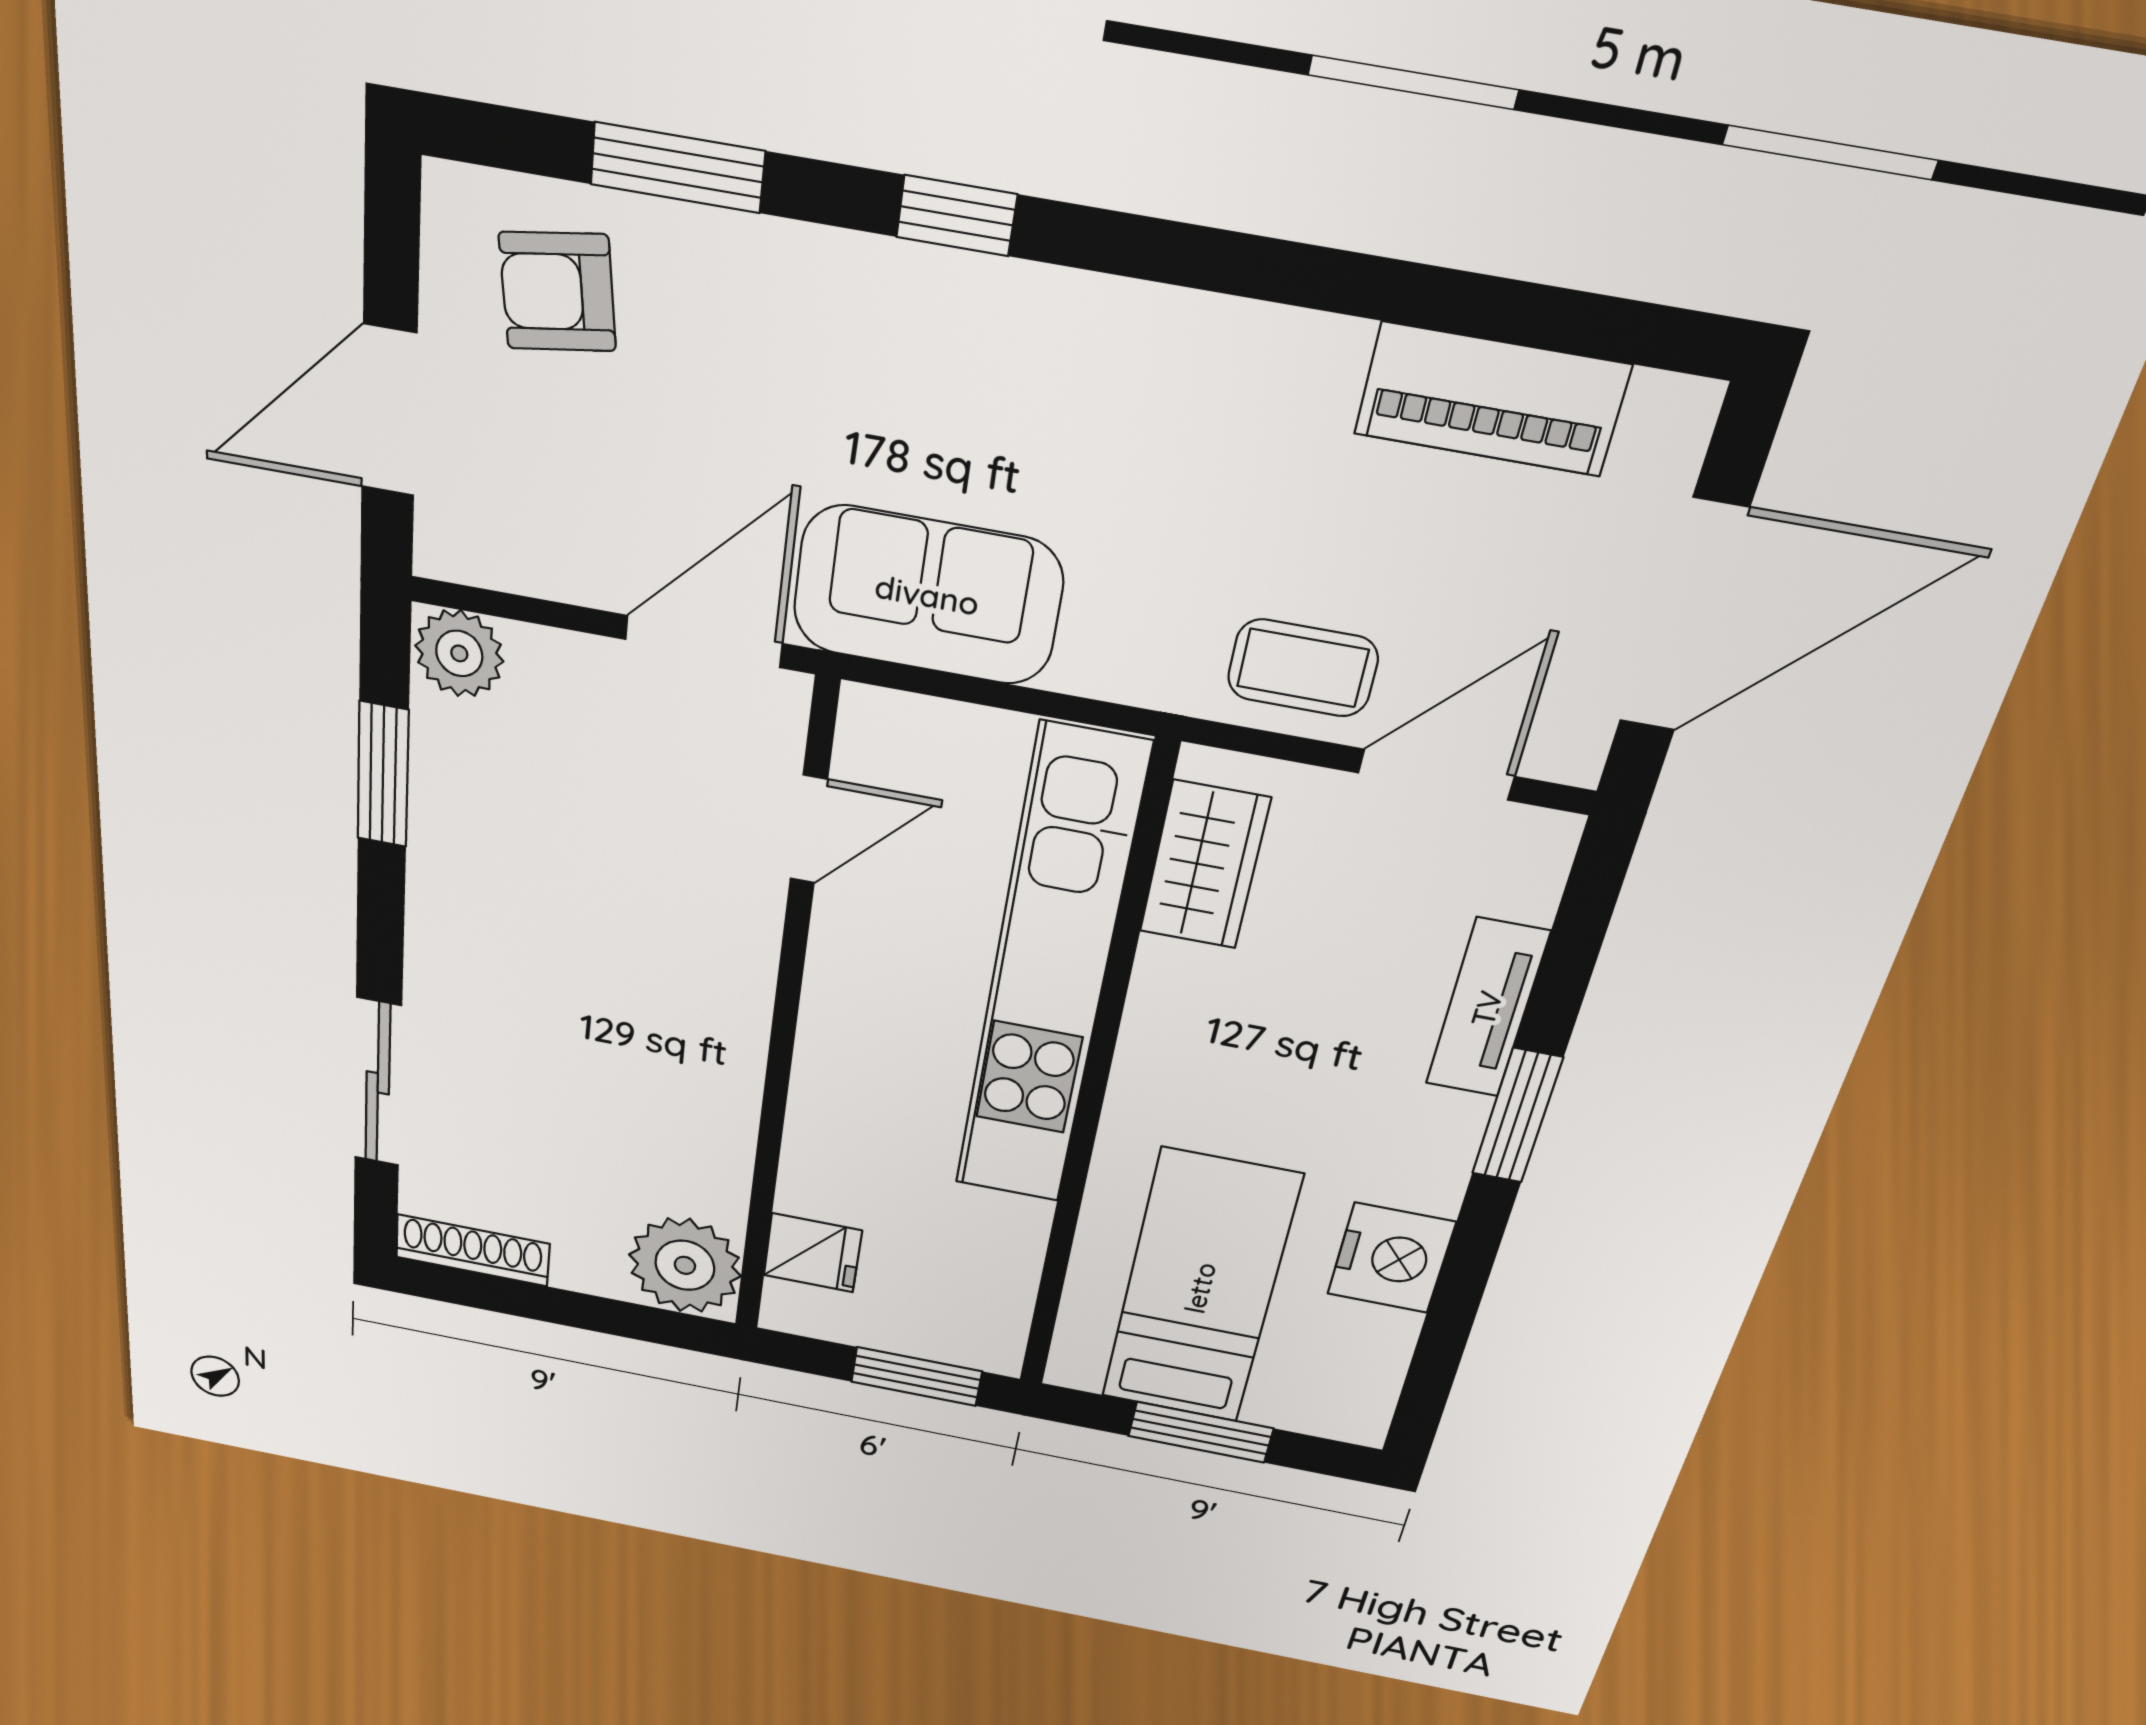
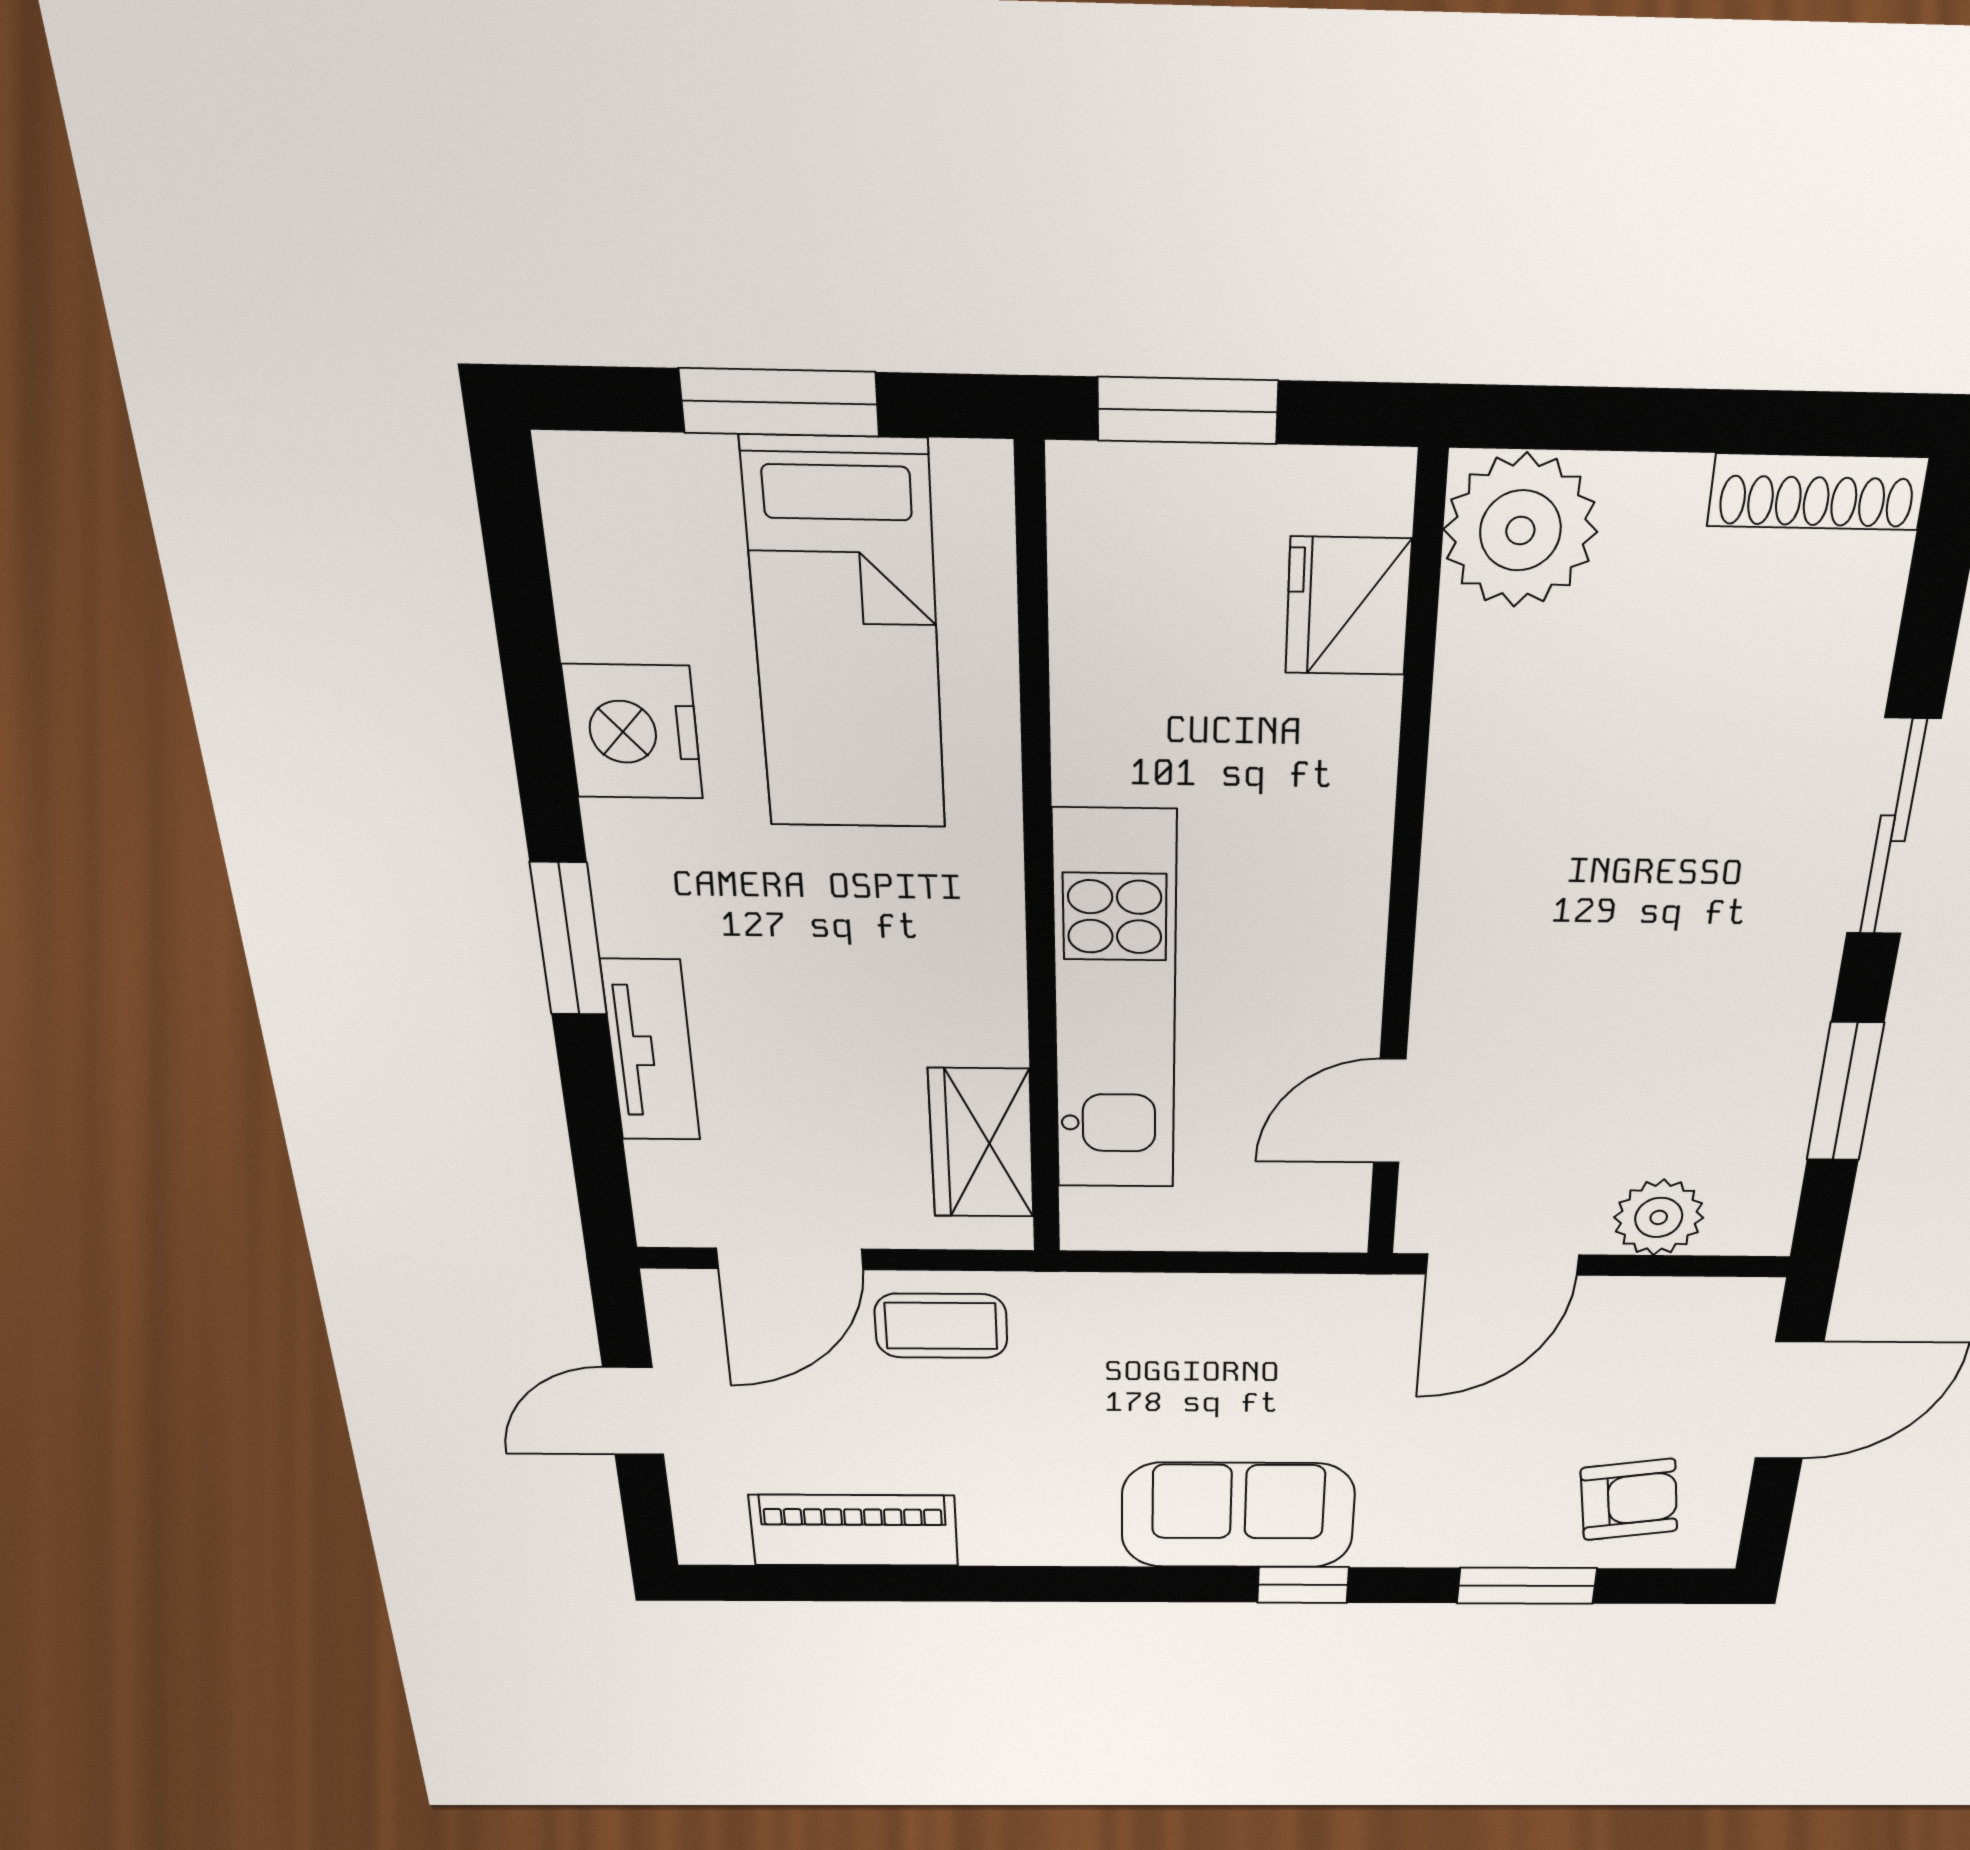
sofa: (927, 595) -> (1238, 1515), moved, turned 180
door: (1683, 616) -> (633, 1411), width x0.53
plant: (459, 653) -> (1659, 1217), moved
kitchen unit: (1049, 974) -> (1115, 1006), width x0.73
sliding door: (378, 1083) -> (1893, 828), moved
fridge: (813, 1253) -> (1348, 606), width x1.38

